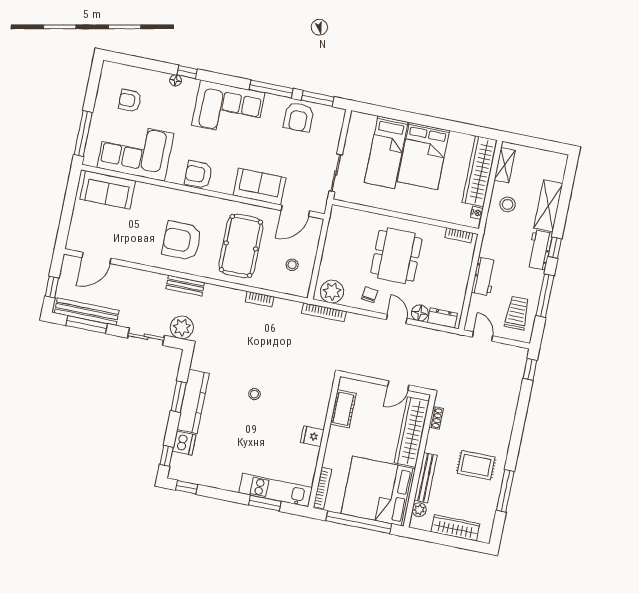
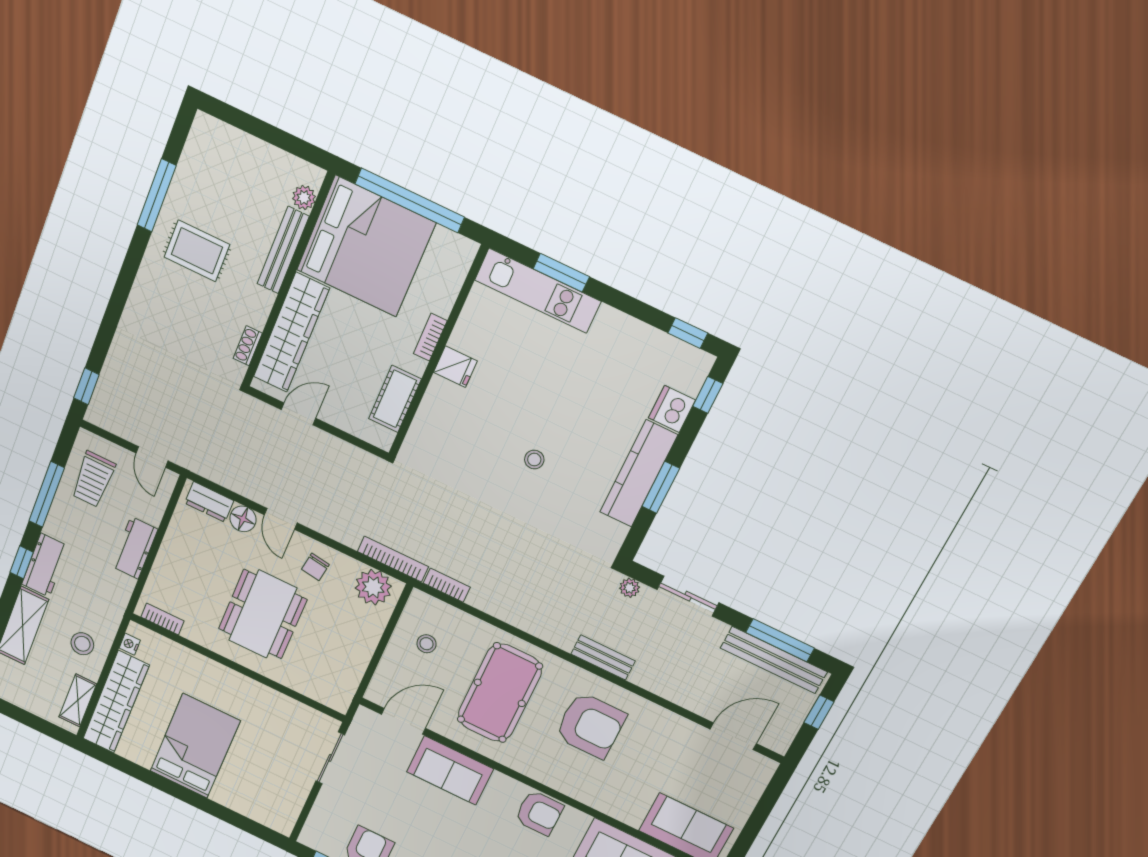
bed: (386, 152) -> (249, 766), removed
bookcase: (260, 299) -> (447, 585), moved
plant: (182, 327) -> (630, 588), width x0.53, depth x0.53
bookcase: (323, 488) -> (430, 337), moved, width x0.64
wardrobe: (455, 528) -> (249, 151), removed

